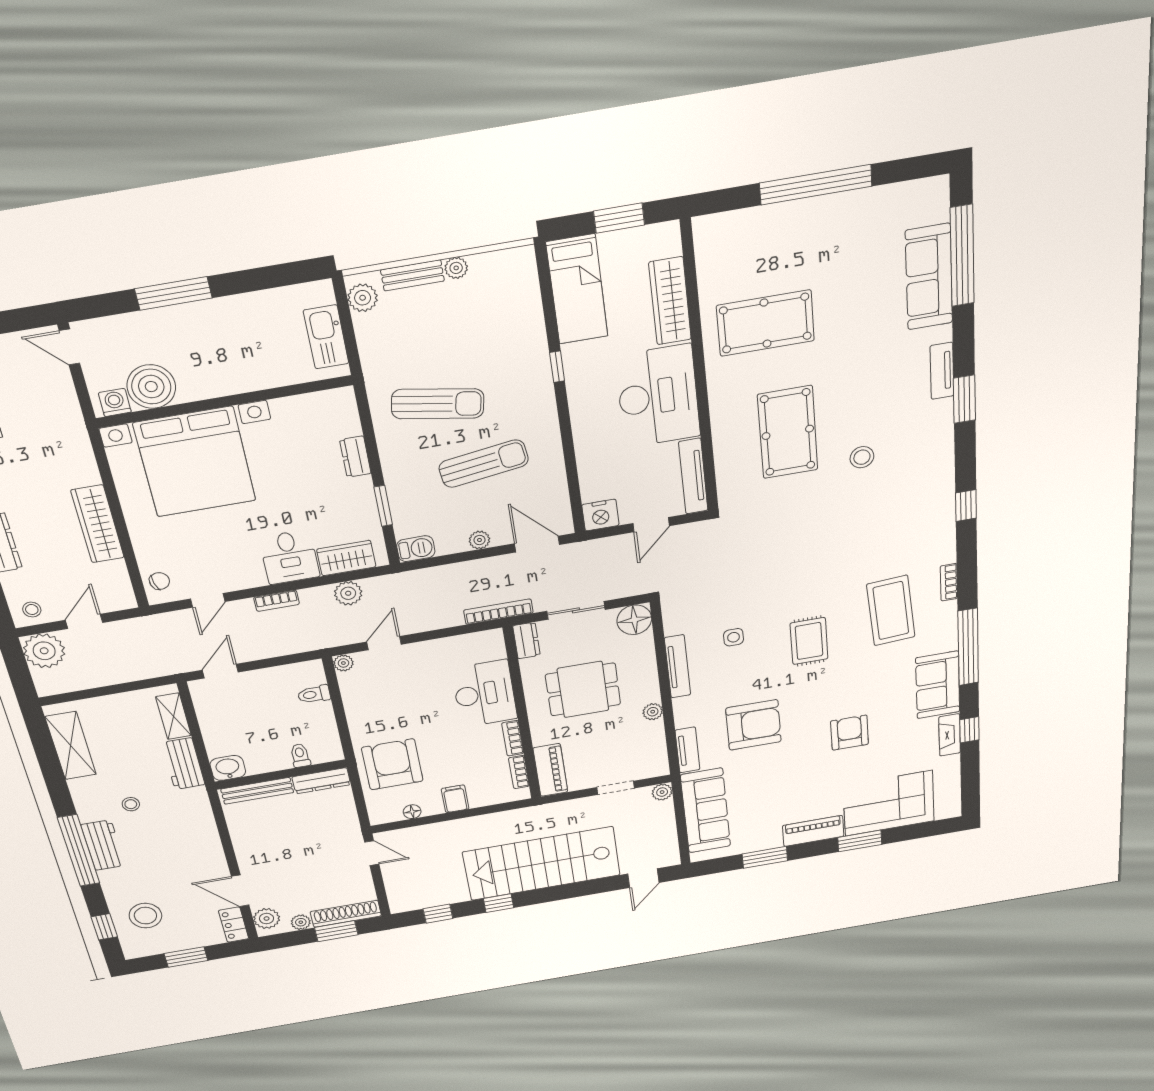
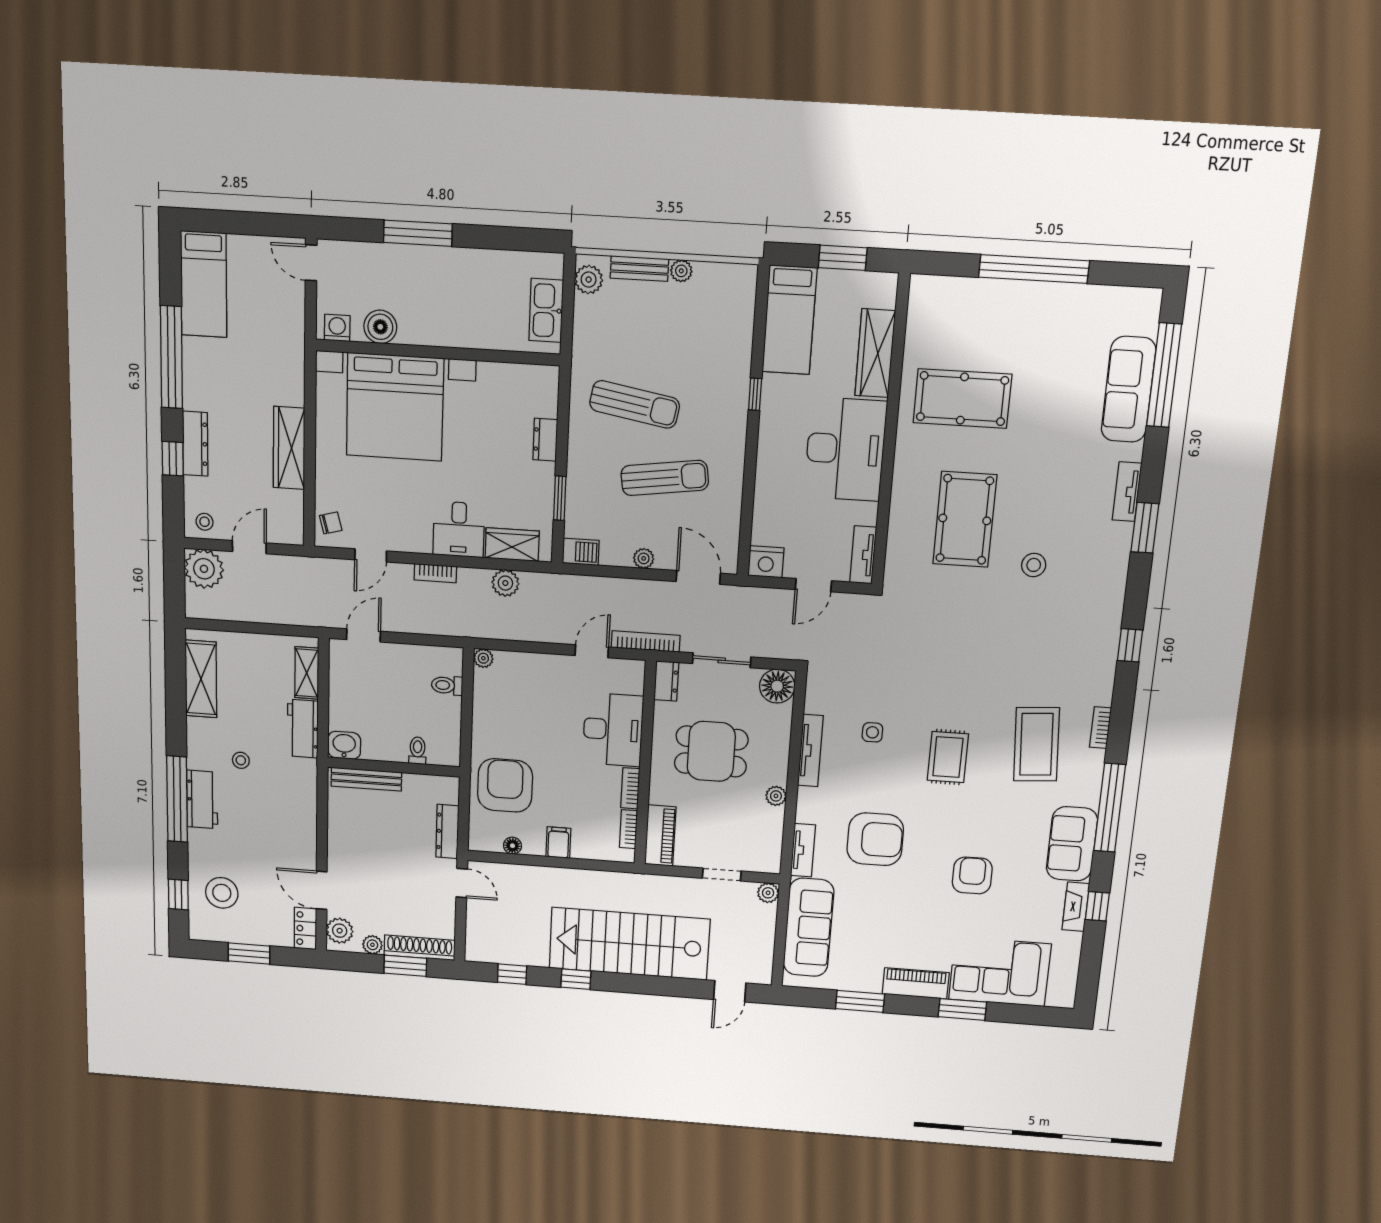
boiler: (151, 387) -> (380, 327), width x0.73, depth x0.73
tv unit: (693, 476) -> (863, 555), width x0.71
door: (384, 643) -> (592, 651), moved
dresser: (321, 781) -> (447, 831), moved, turned 90

